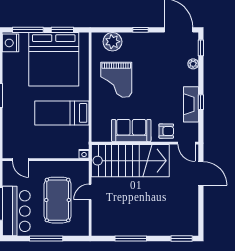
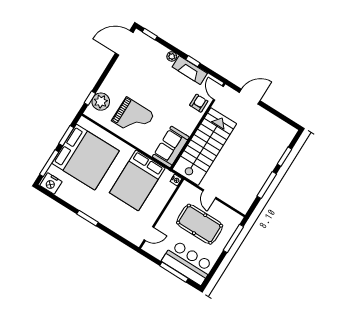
window: (141, 30) -> (90, 98), moved
plant: (193, 64) -> (172, 56), moved
bed: (62, 113) -> (137, 180), width x1.50
sofa: (131, 131) -> (171, 147), moved
door: (187, 143) -> (218, 93), swing flipped
window: (46, 239) -> (233, 238), moved
window: (182, 239) -> (284, 157), moved

